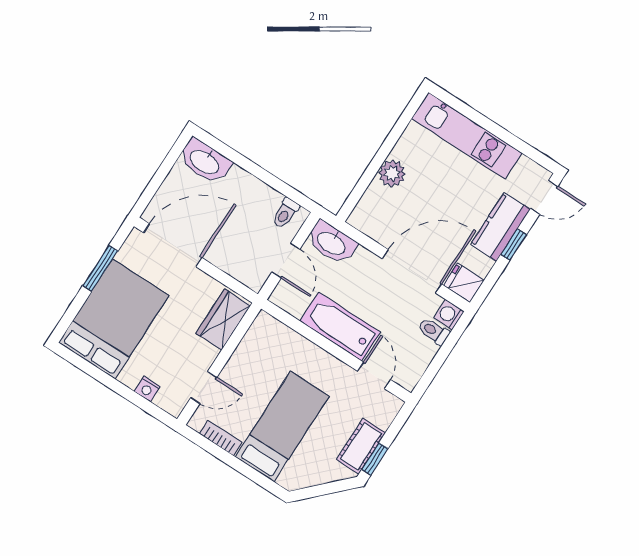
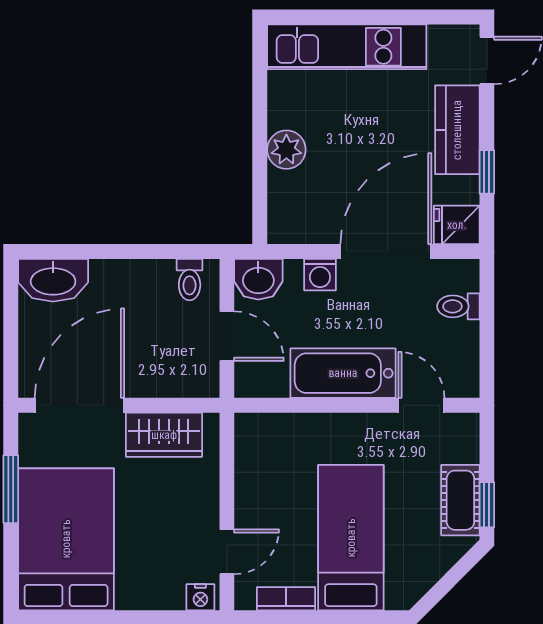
washbasin: (332, 243) -> (258, 279), width x0.72
window: (514, 244) -> (487, 172), moved
washing machine: (449, 315) -> (320, 275), moved, turned -90
wardrobe: (223, 319) -> (164, 435), moved, turned -90
nightstand: (147, 389) -> (200, 597), moved

